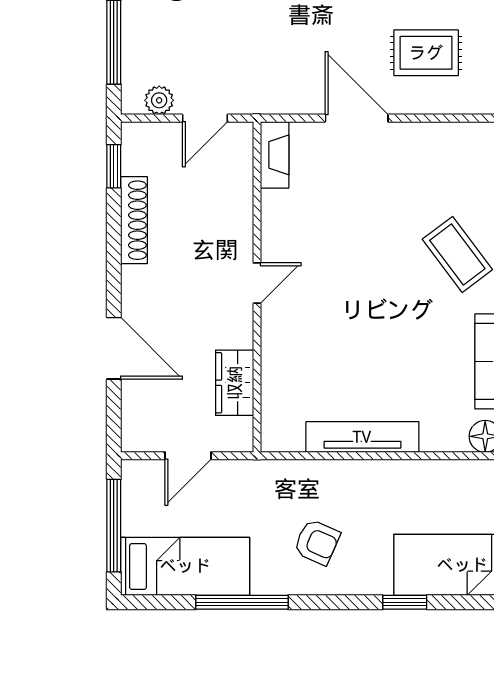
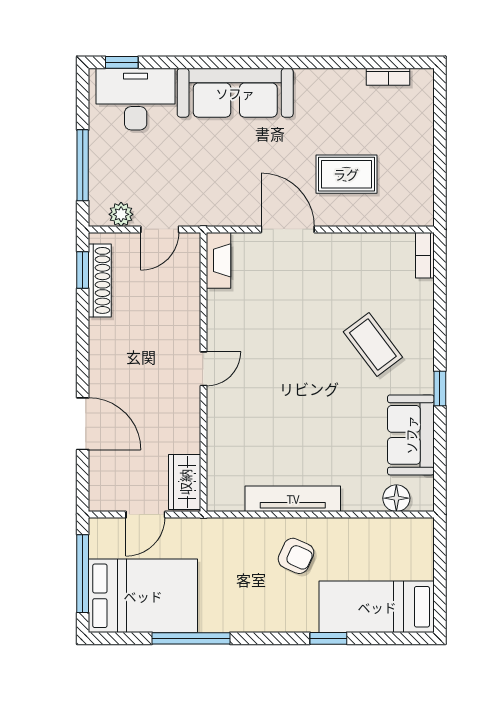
shoe rack: (134, 220) -> (100, 280), moved
wardrobe: (235, 383) -> (185, 482), moved
armchair: (317, 542) -> (296, 556), moved
bed: (185, 566) -> (143, 596), width x1.50

